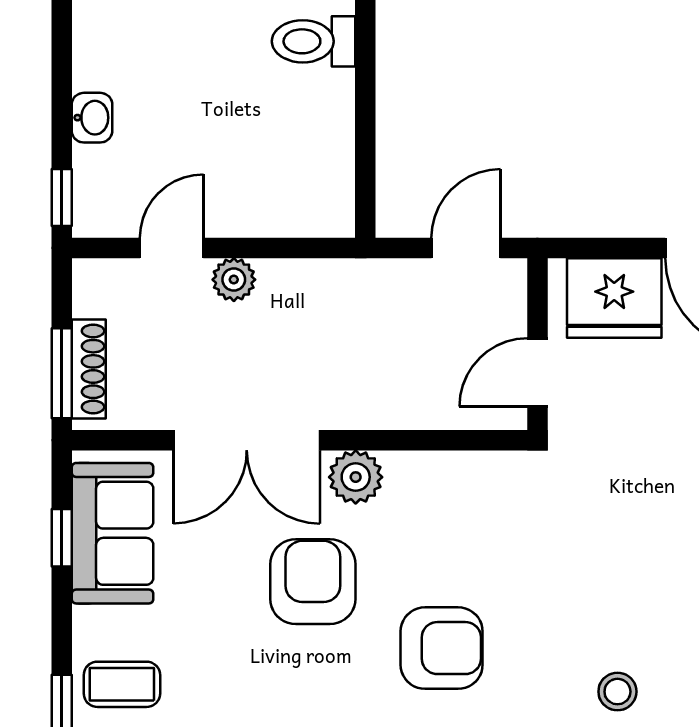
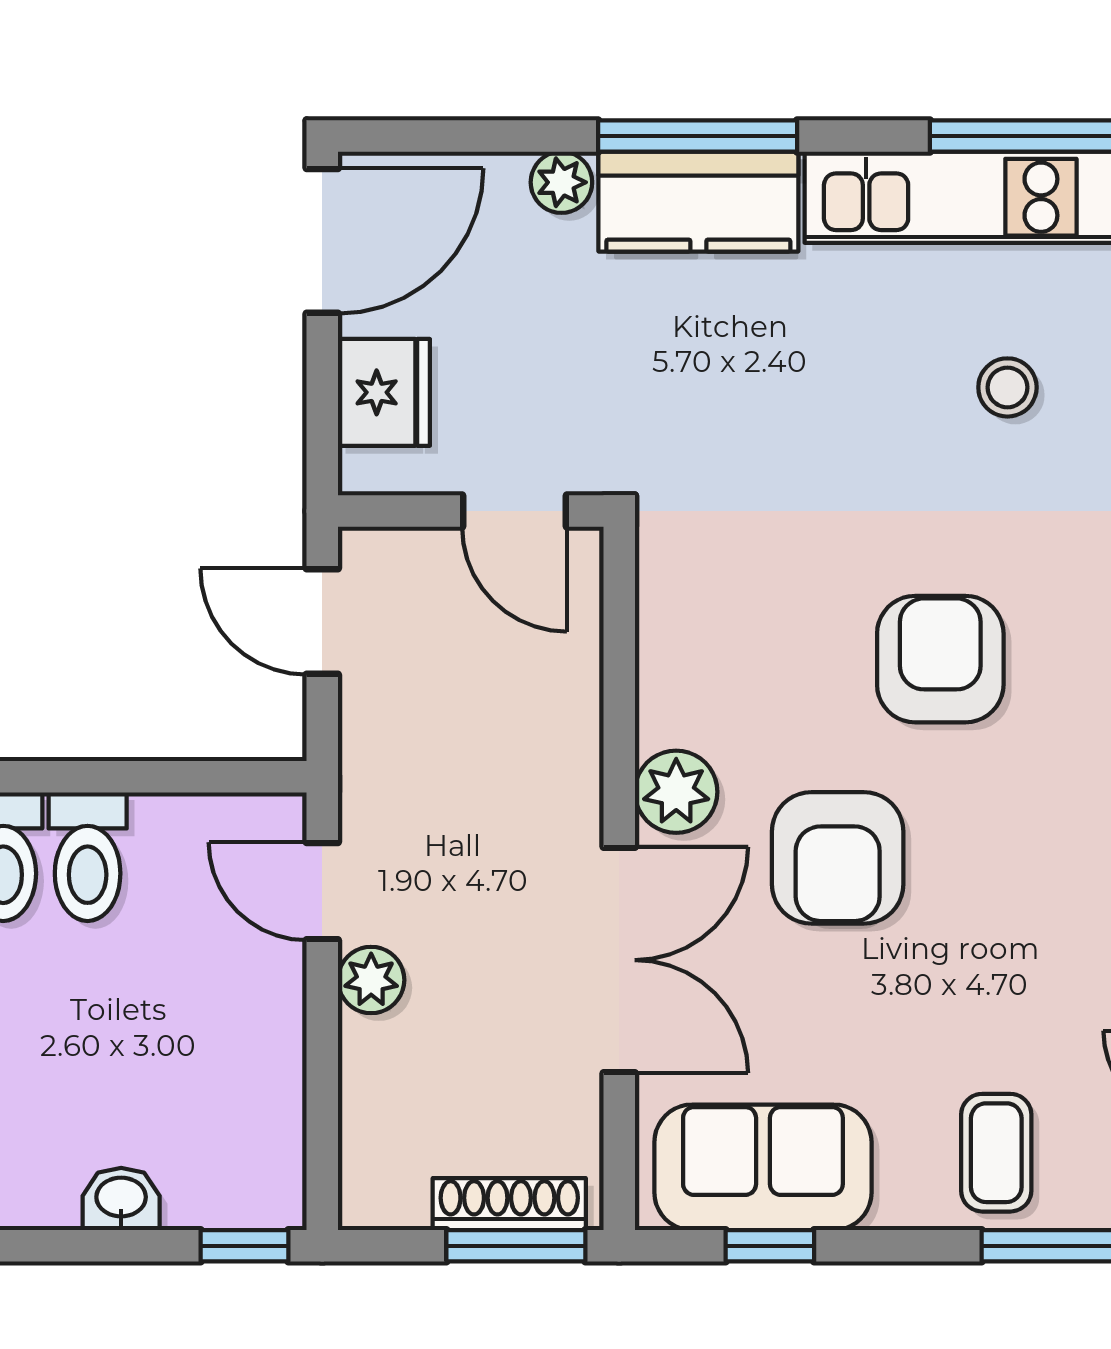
toilet: (314, 96) -> (88, 857), added
door: (172, 248) -> (322, 891), moved
fridge: (614, 298) -> (384, 392), width x0.73, depth x0.75
armchair: (313, 582) -> (838, 858), turned -90

